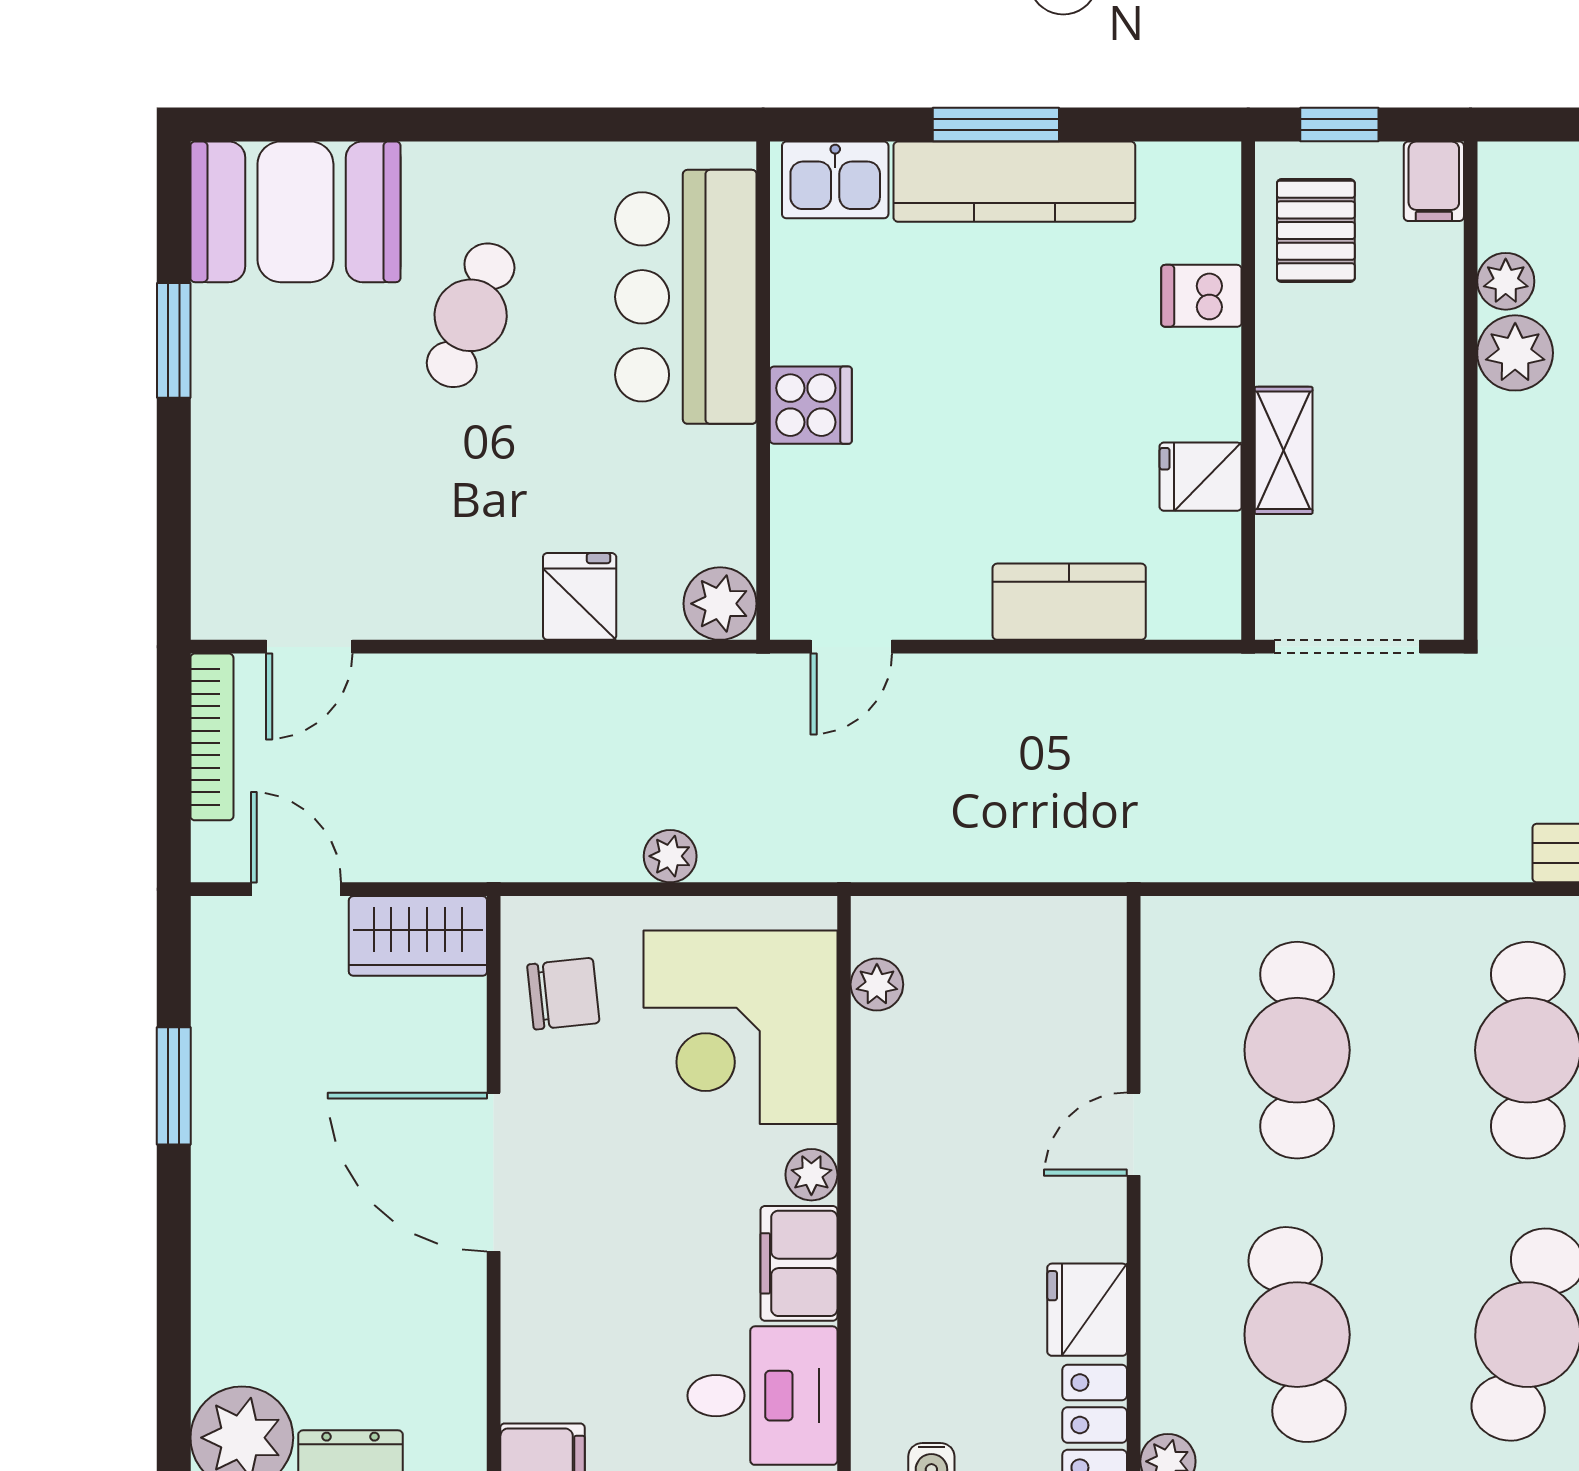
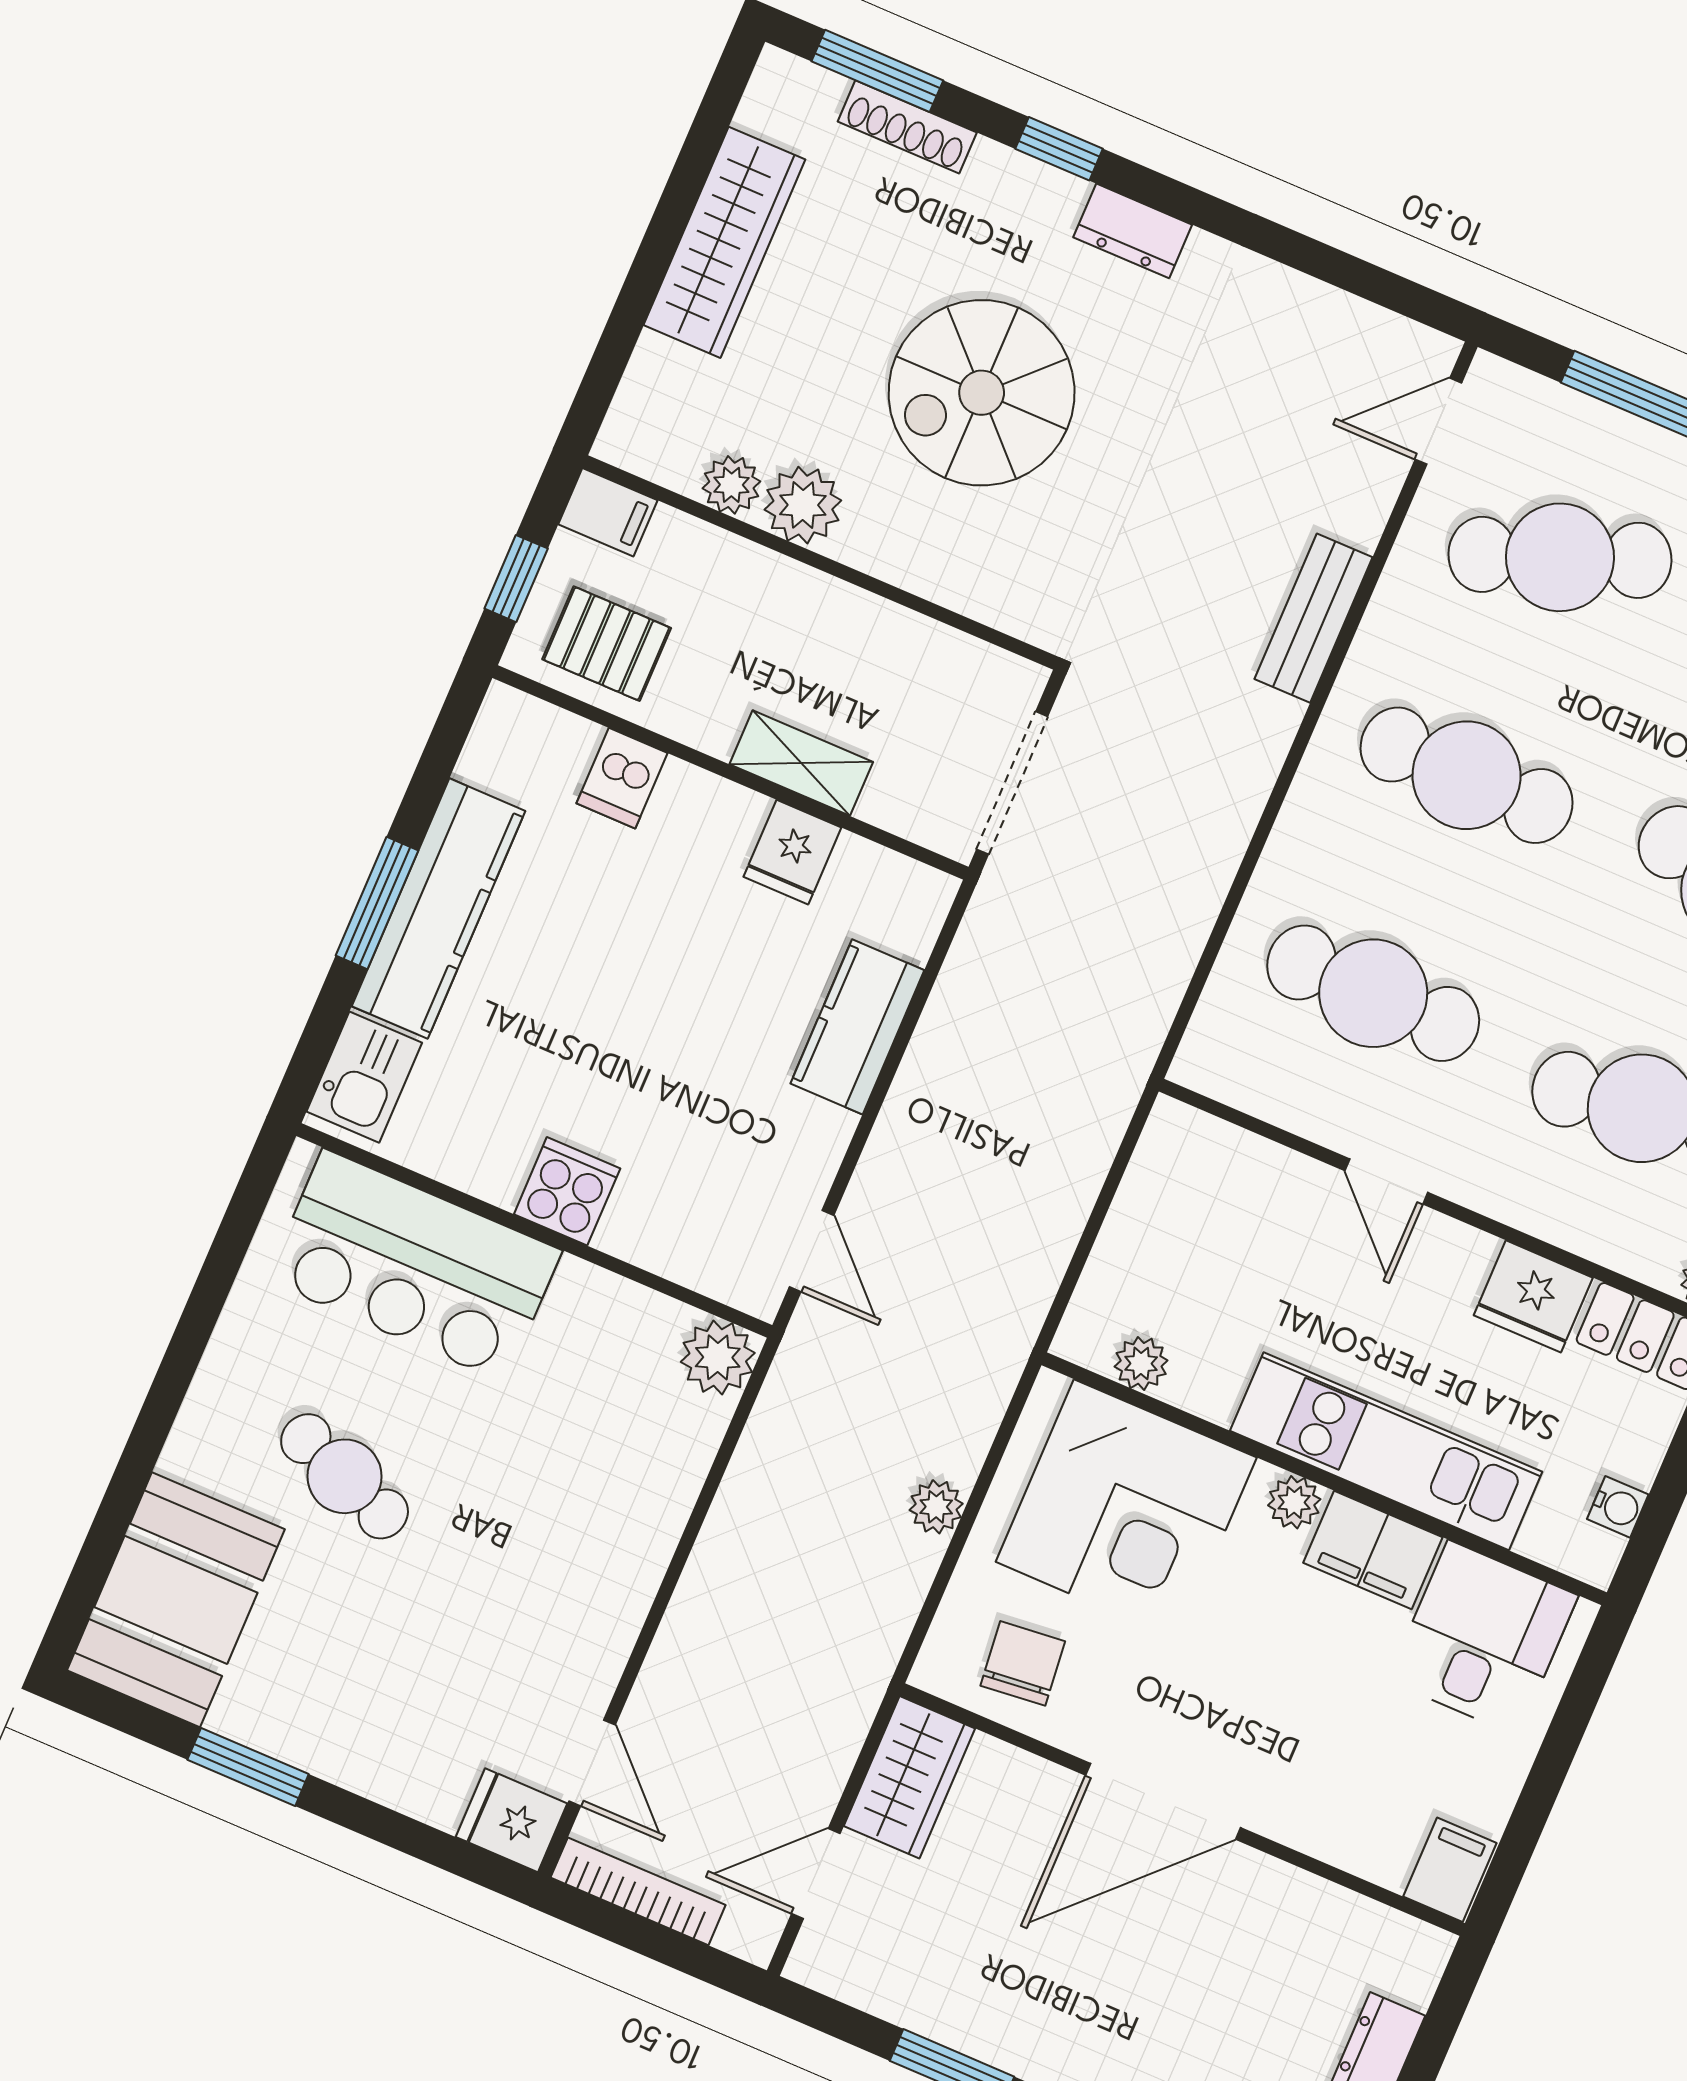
fridge: (580, 596) -> (511, 1820), moved
kitchen unit: (892, 1237) -> (1386, 1451), added

